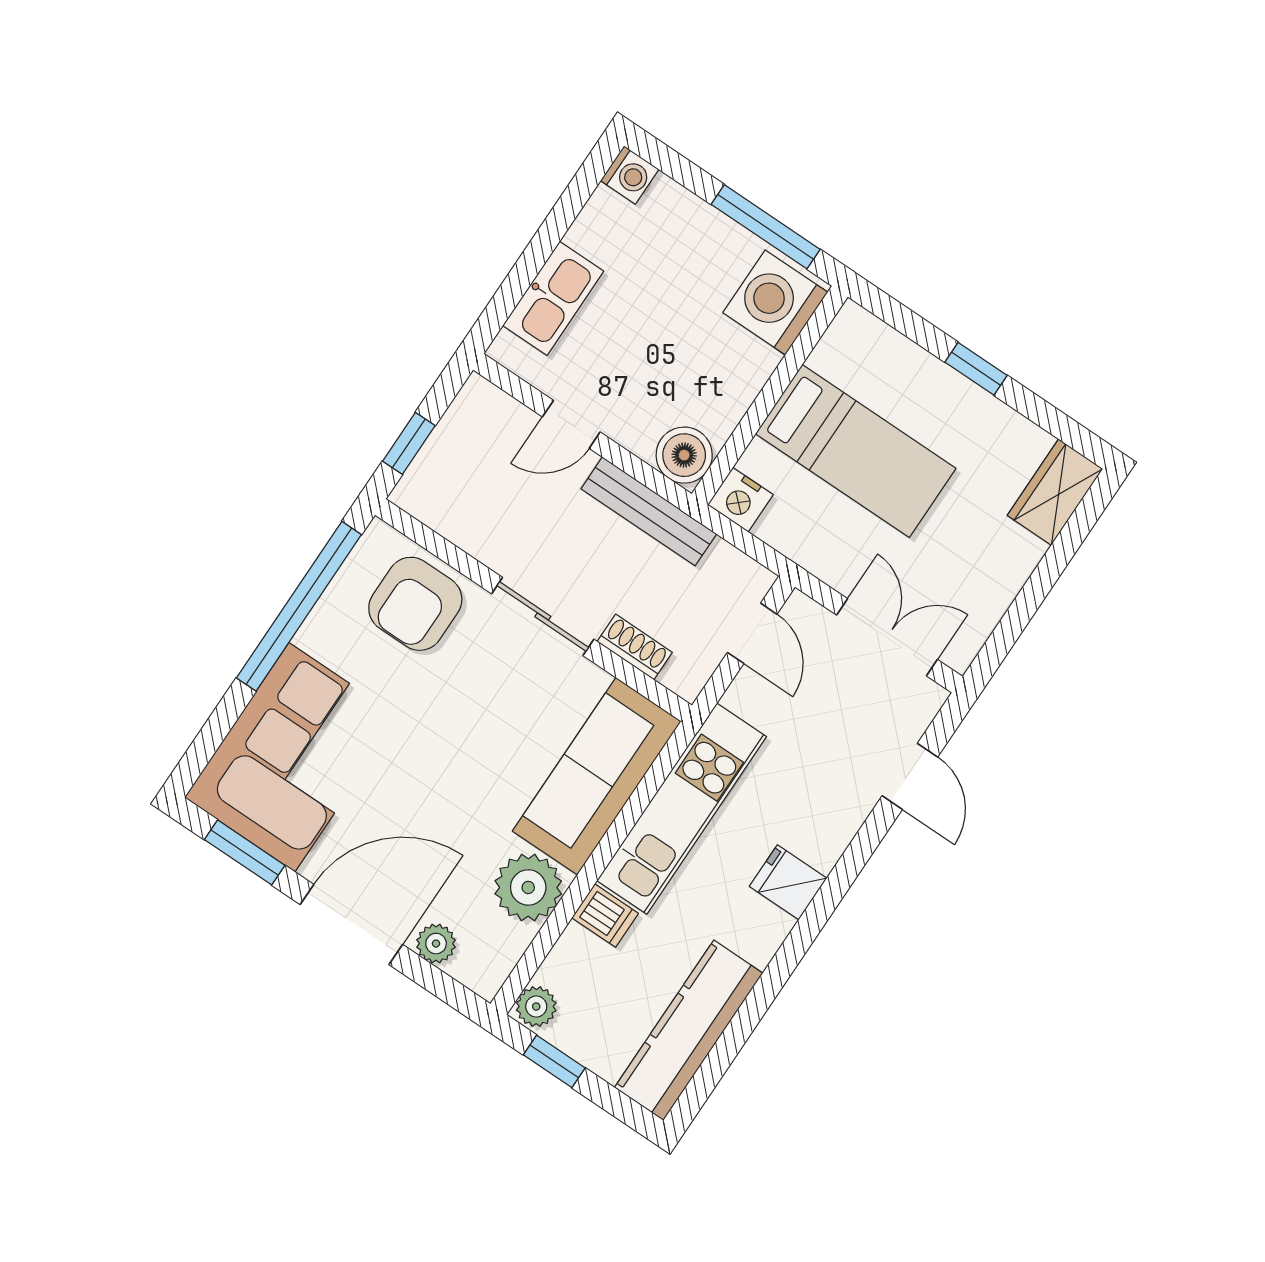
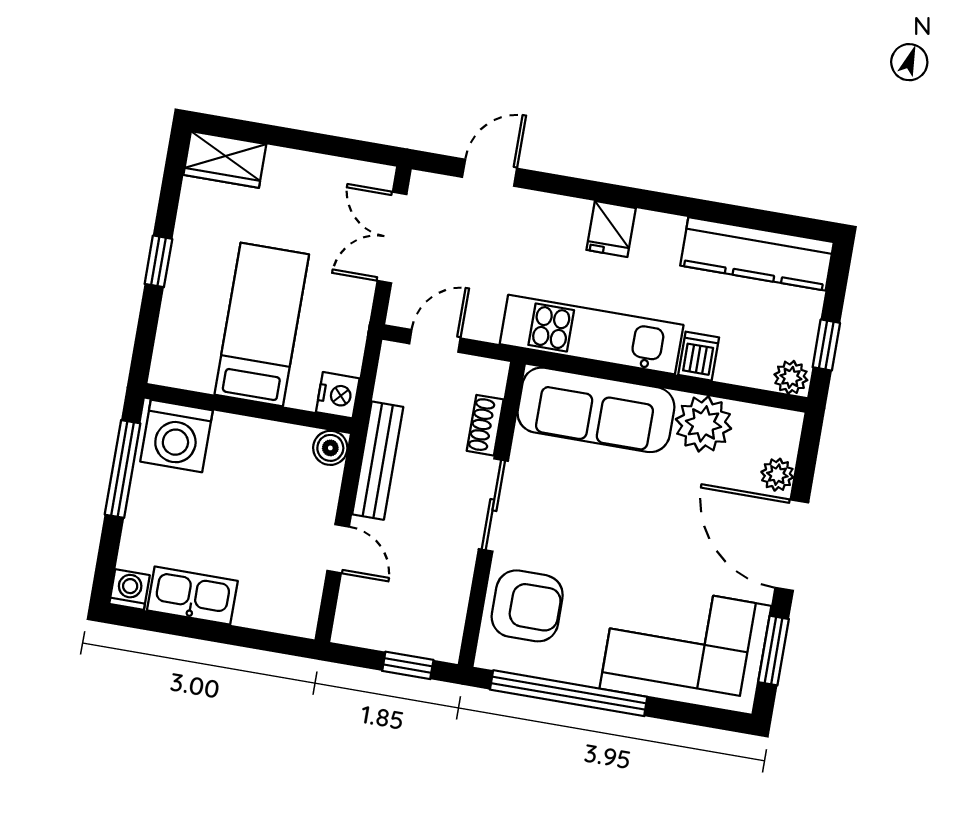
kitchen sink: (553, 298) -> (192, 596), moved
boiler: (684, 455) -> (330, 448), width x0.73, depth x0.73

